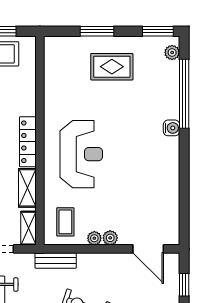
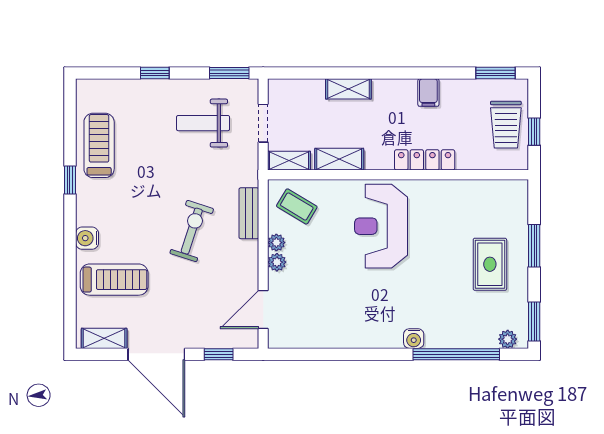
locker: (28, 142) -> (425, 160), moved
reception desk: (81, 154) -> (381, 226), turned 90
coffee table: (65, 222) -> (297, 206), turned 31
bench: (56, 260) -> (249, 213), moved

